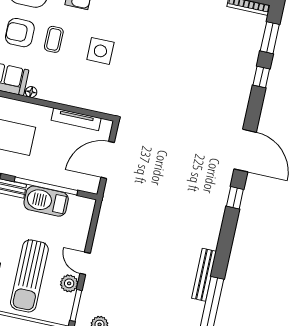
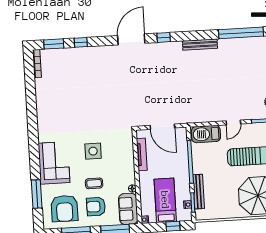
armchair: (20, 33) -> (96, 207), turned 90
barbecue: (46, 201) -> (206, 134), moved, turned 90
bench: (204, 275) -> (200, 45), moved
plant: (69, 283) -> (249, 129), removed

